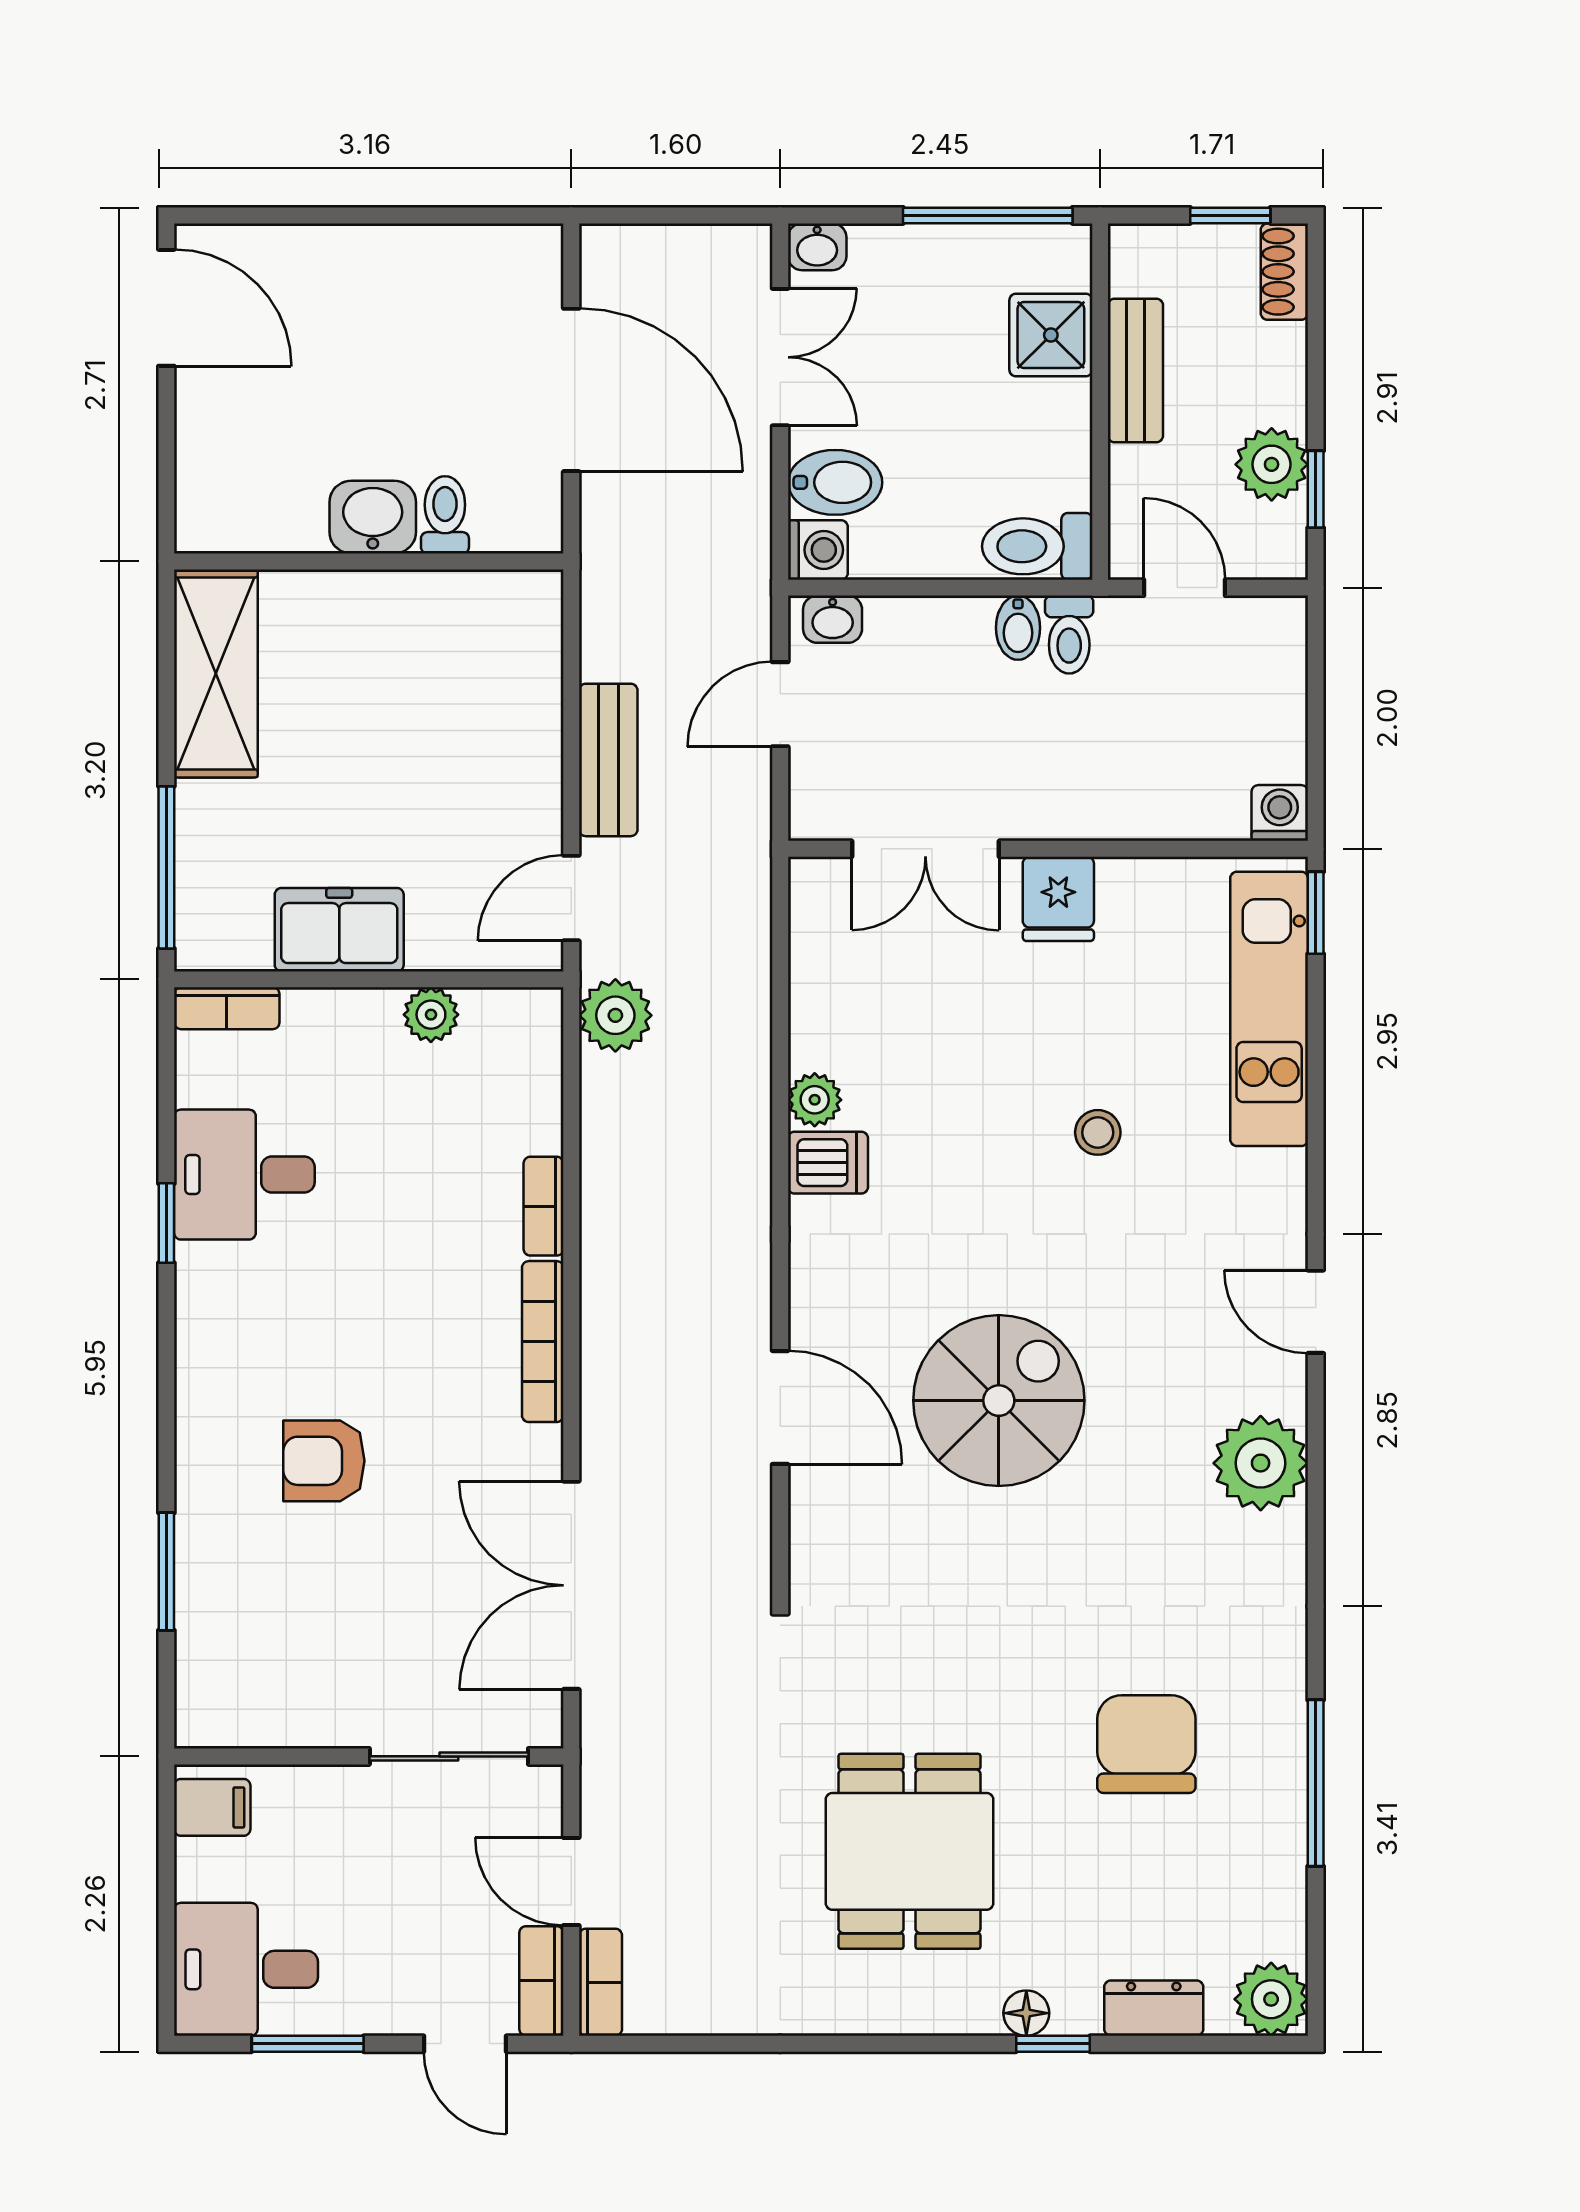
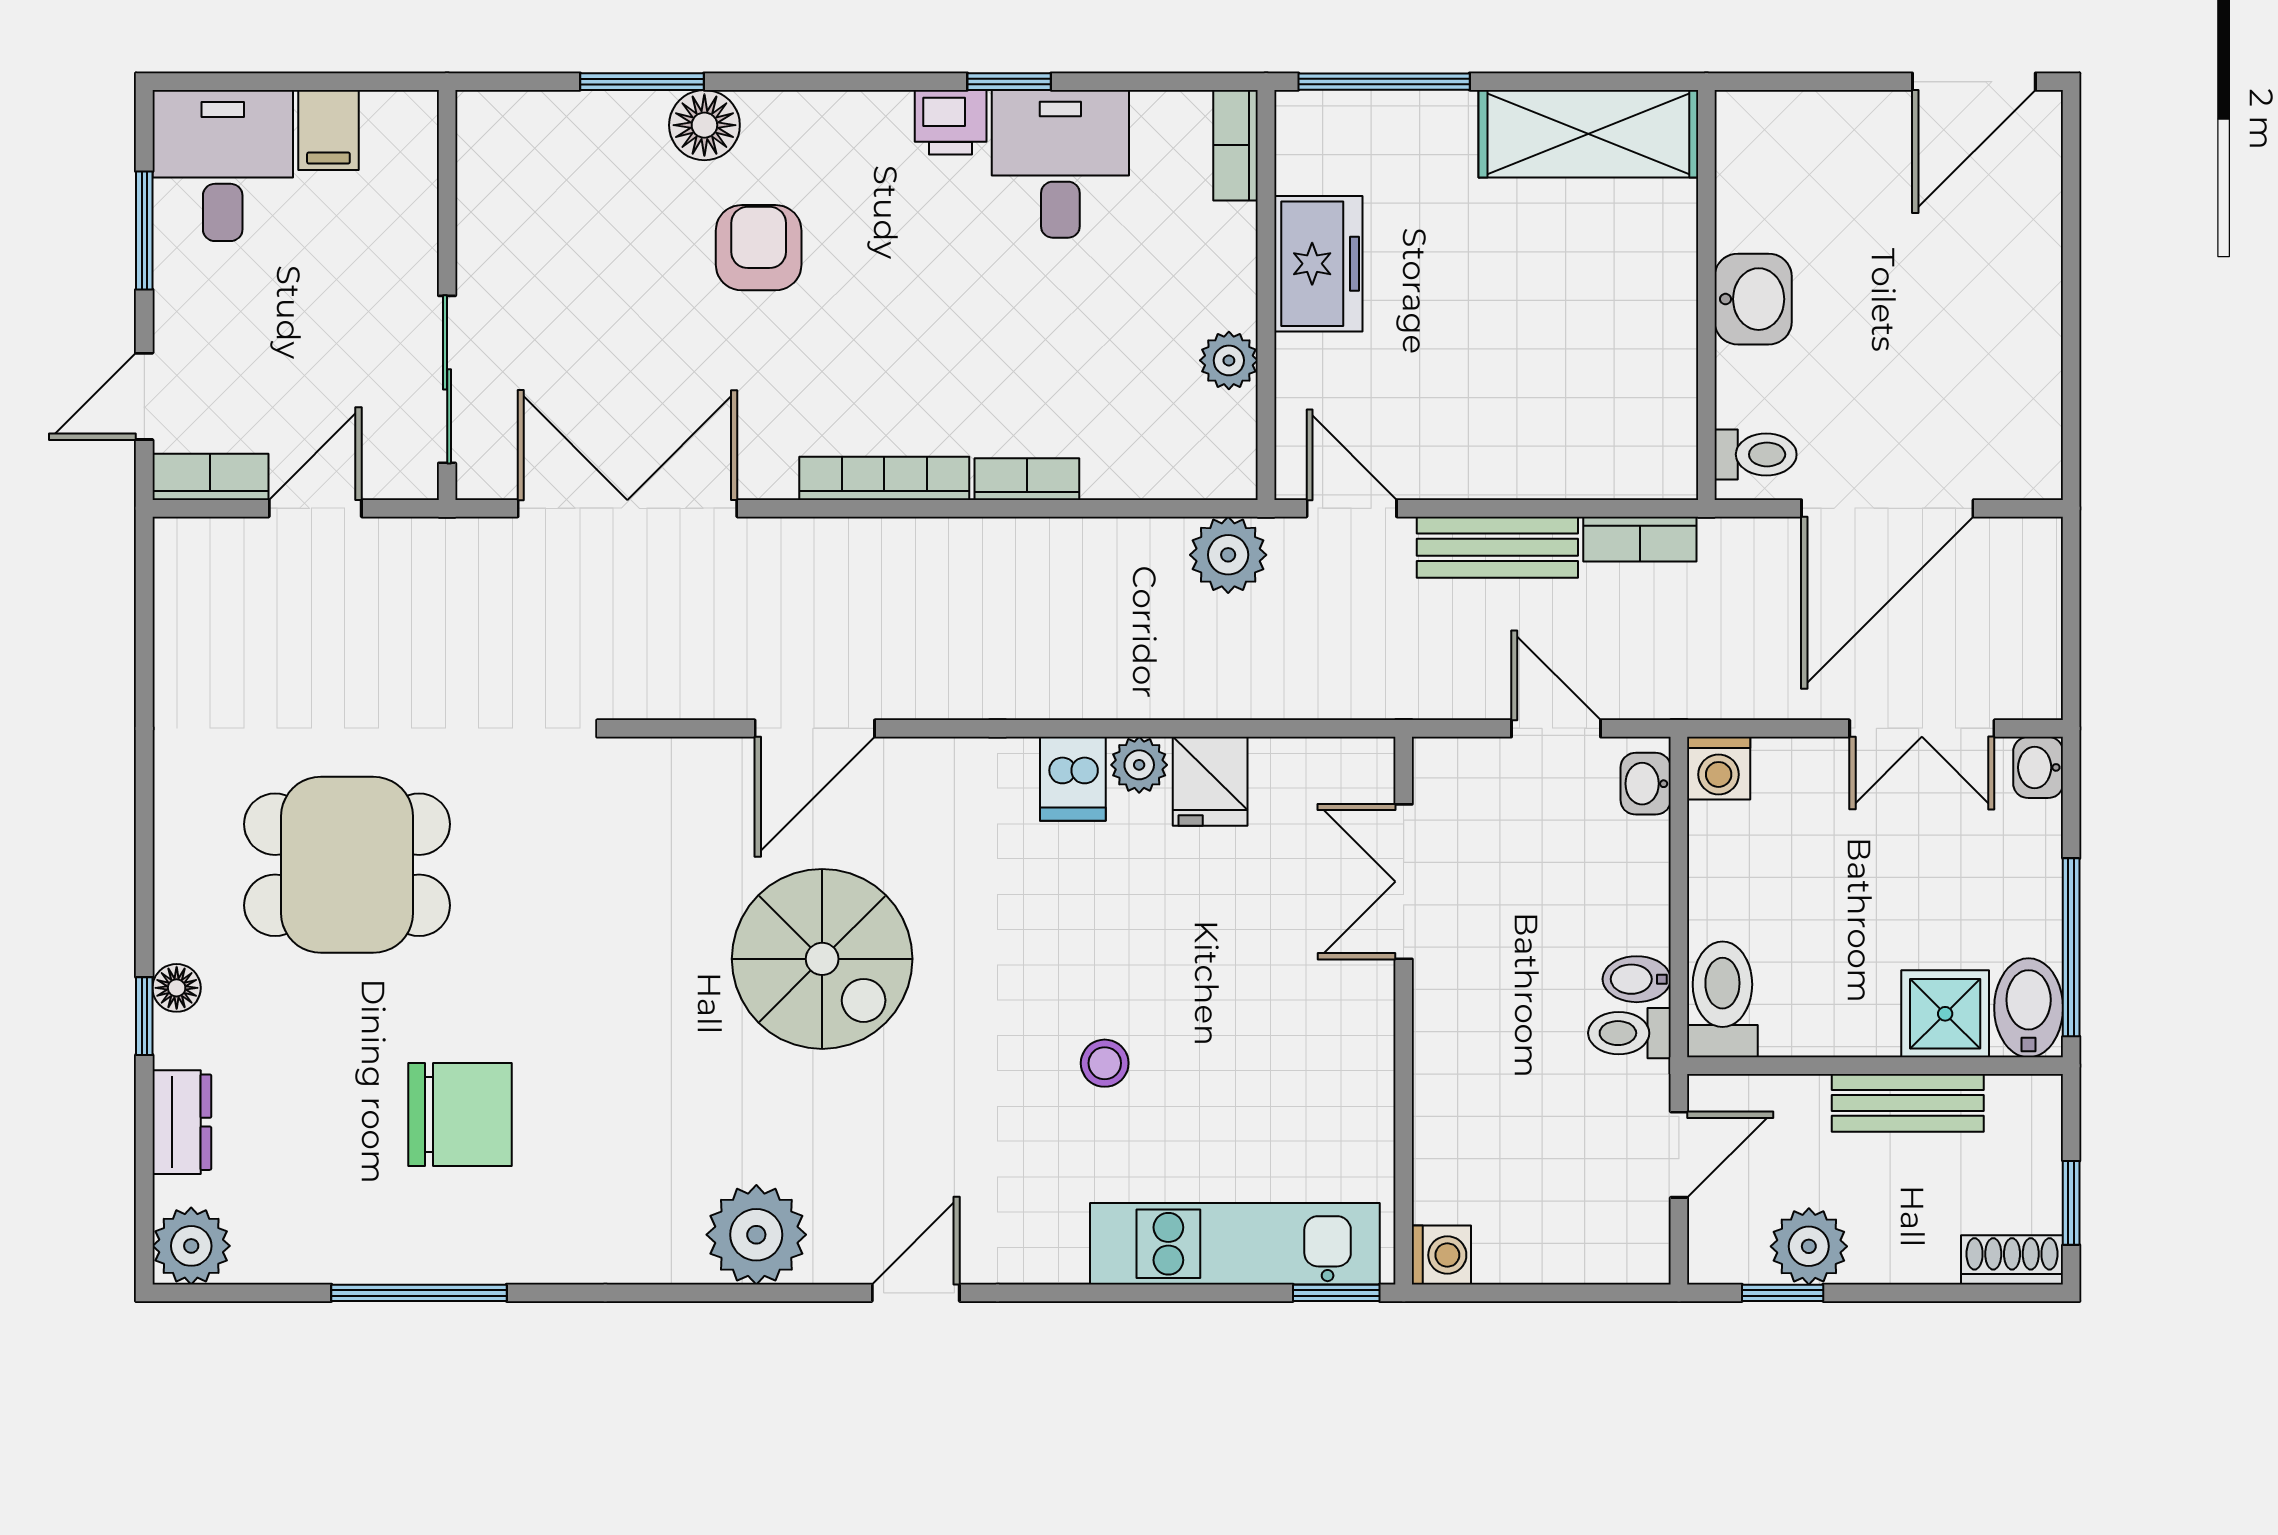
bidet: (835, 482) -> (2029, 1008), moved, turned 180
toilet: (445, 515) -> (1756, 454), moved
fridge: (1058, 899) -> (1210, 781), moved, turned -90
printer: (205, 1279) -> (951, 122), added
floor lamp: (208, 1512) -> (704, 125), added
filing cabinet: (212, 1807) -> (328, 130), moved
bookcase: (601, 1982) -> (1640, 539), moved

